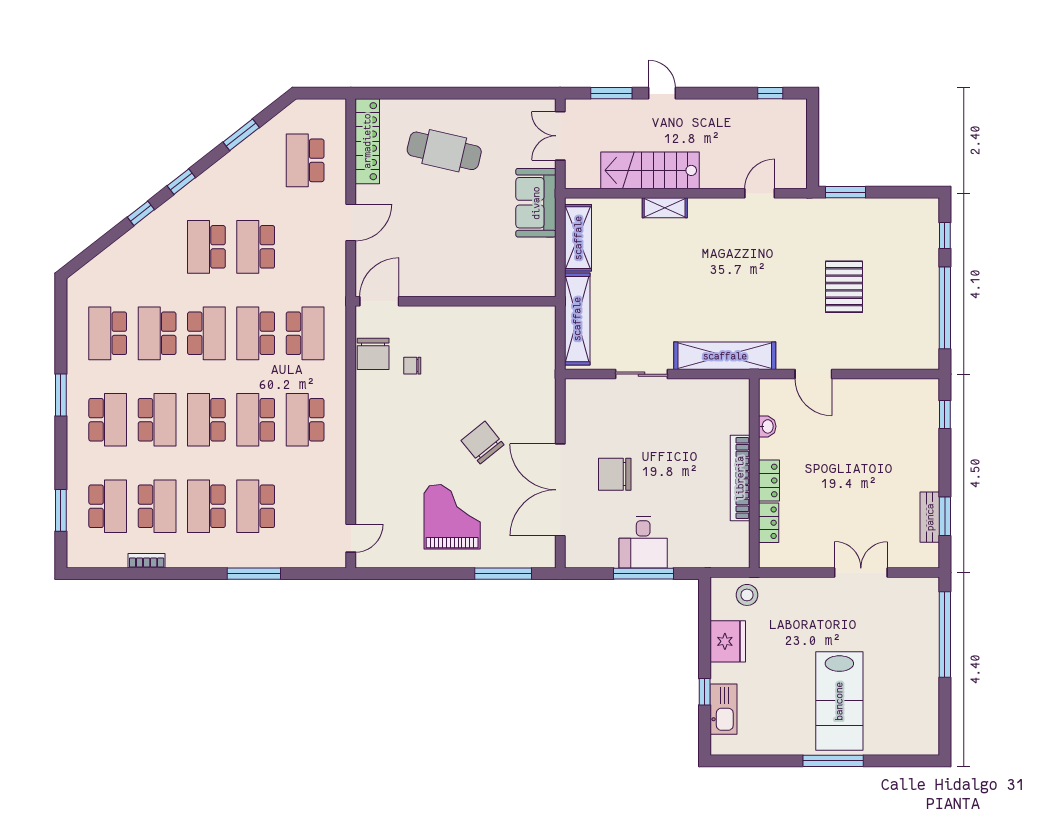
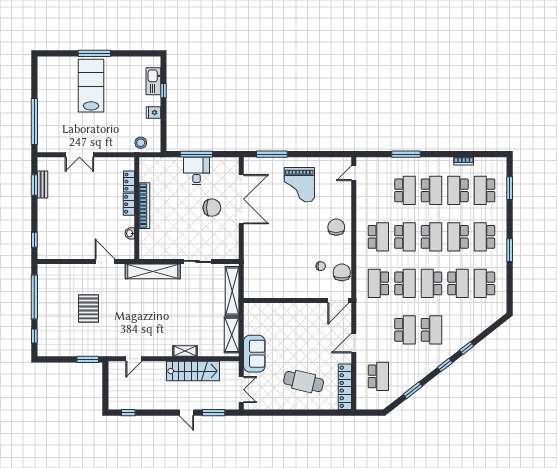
school desk: (108, 333) -> (485, 283), turned 180
chair: (483, 443) -> (336, 227), moved, turned -141
fridge: (728, 641) -> (154, 112), width x0.53, depth x0.75

